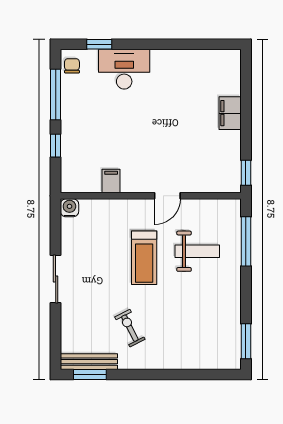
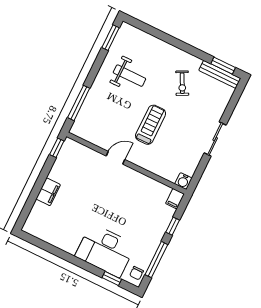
desk: (124, 69) -> (105, 250), width x1.36, depth x1.30
filing cabinet: (111, 181) -> (175, 199), moved
weight bench: (197, 251) -> (129, 76), moved, turned 180

